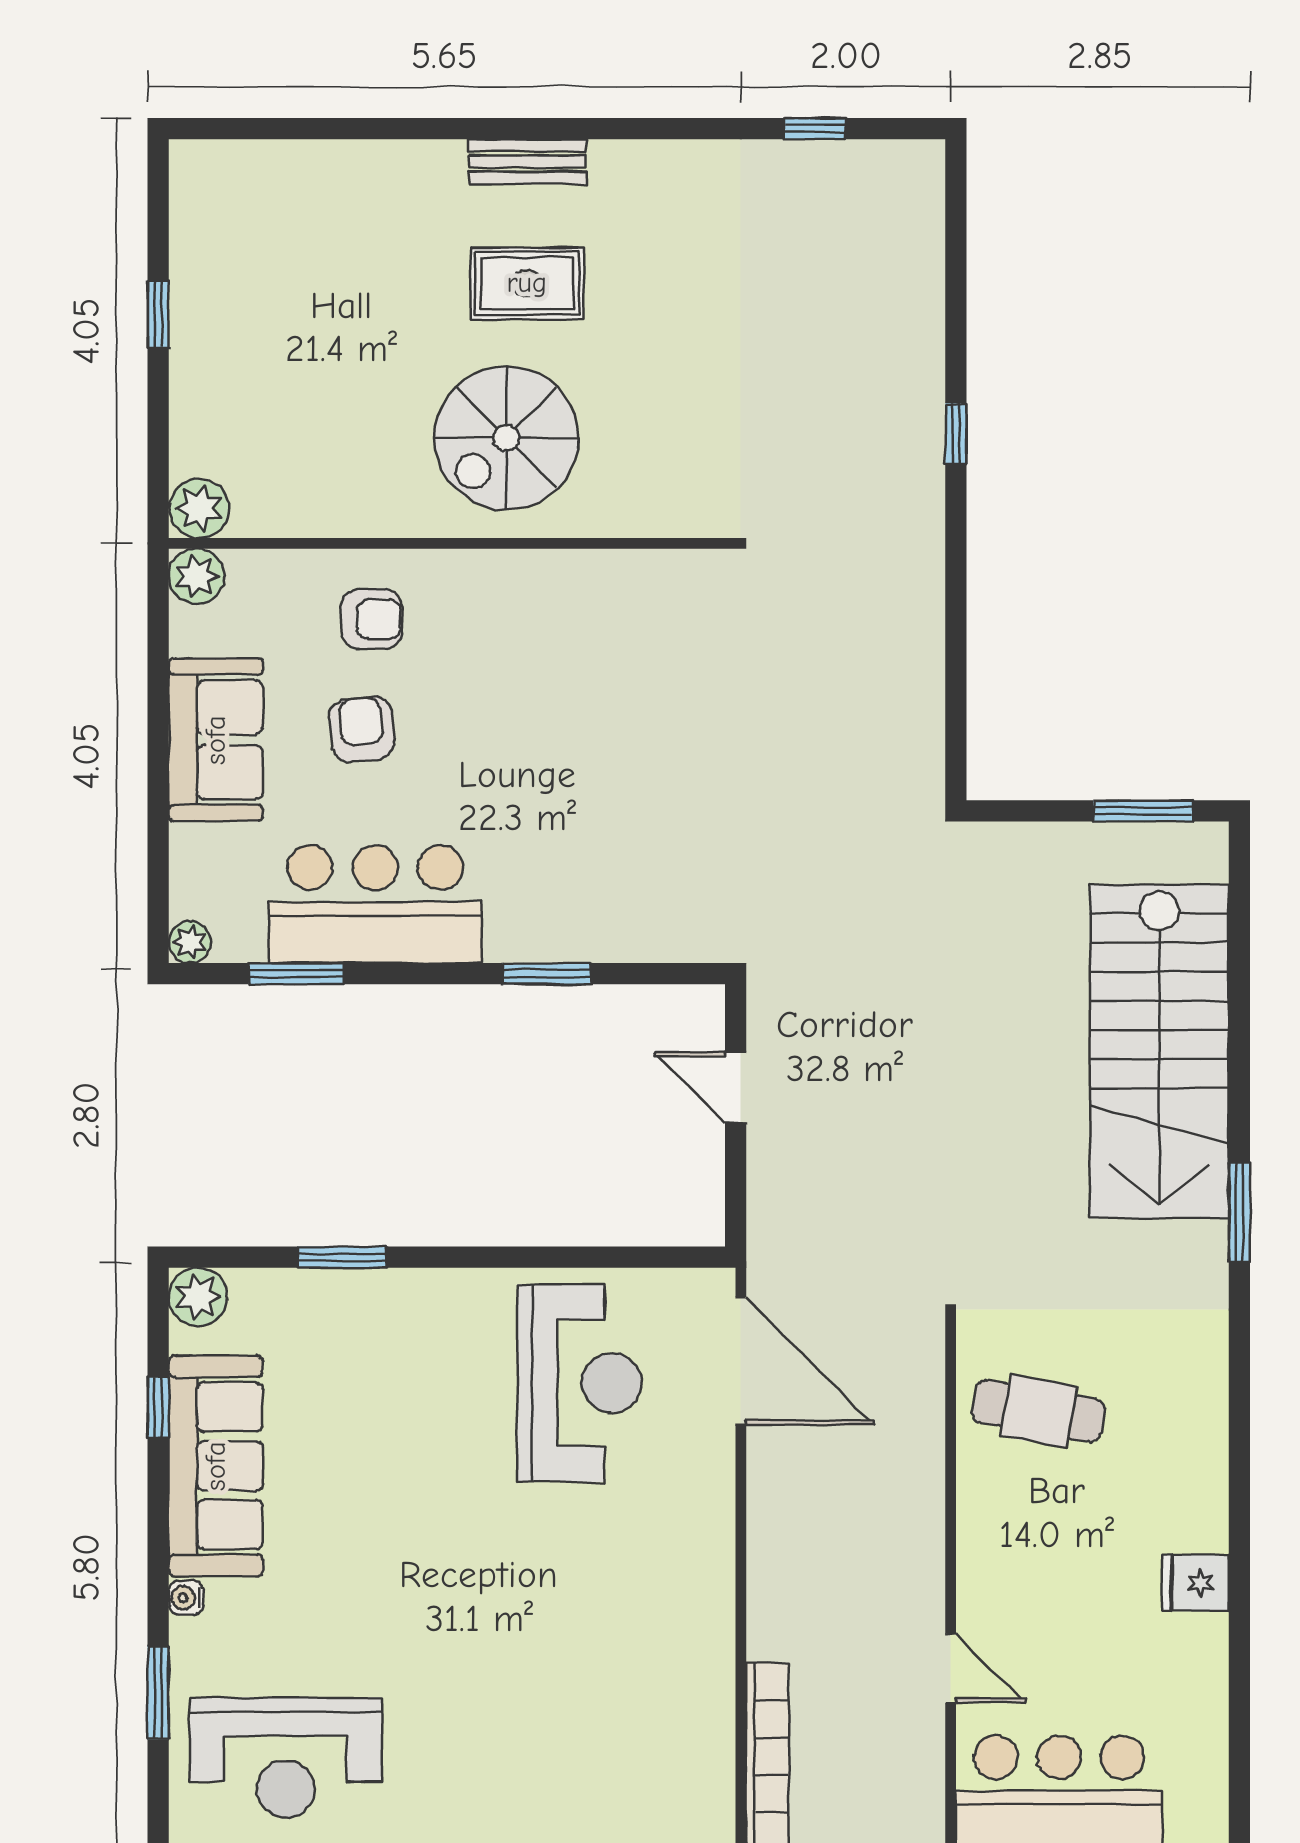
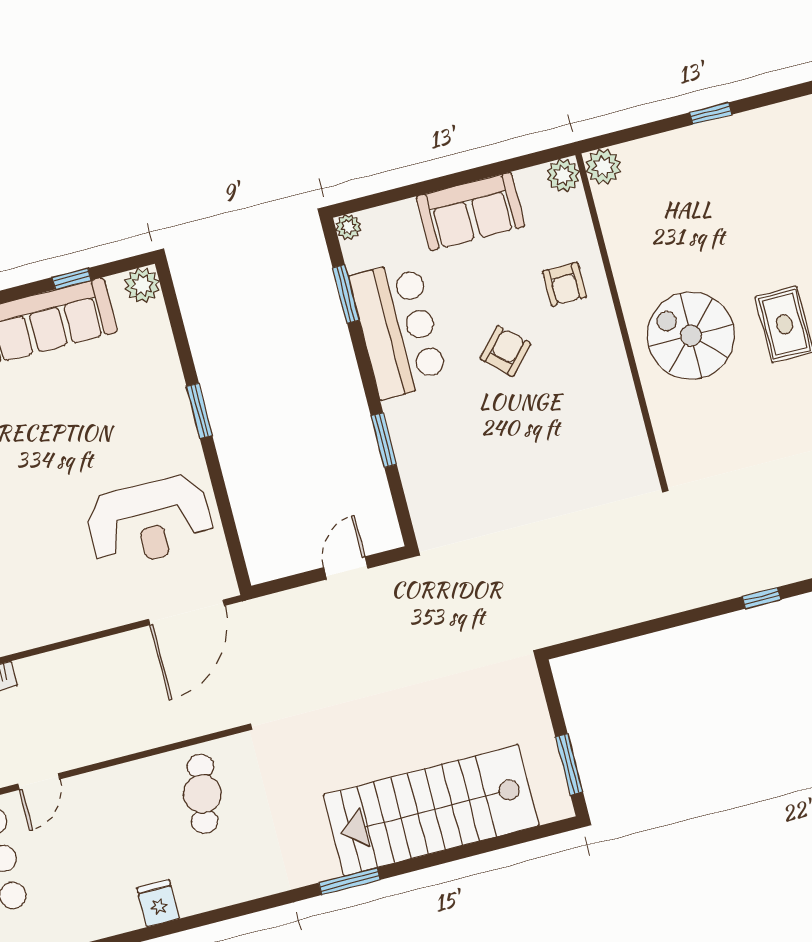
armchair: (362, 729) -> (505, 351), moved, turned -41
window: (342, 1257) -> (199, 411), moved
fridge: (1195, 1583) -> (158, 903), moved

